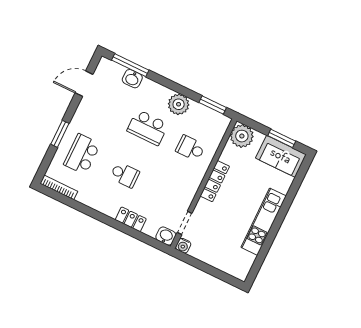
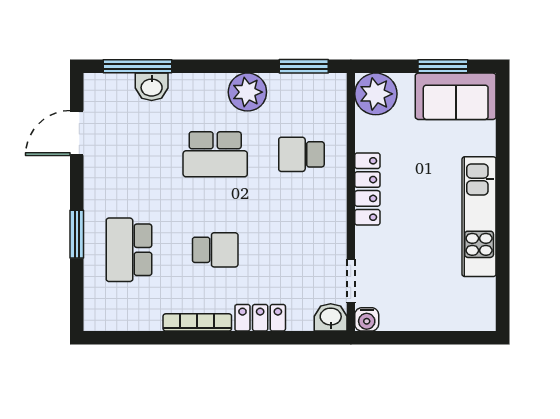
bookcase: (59, 187) -> (197, 322), moved

